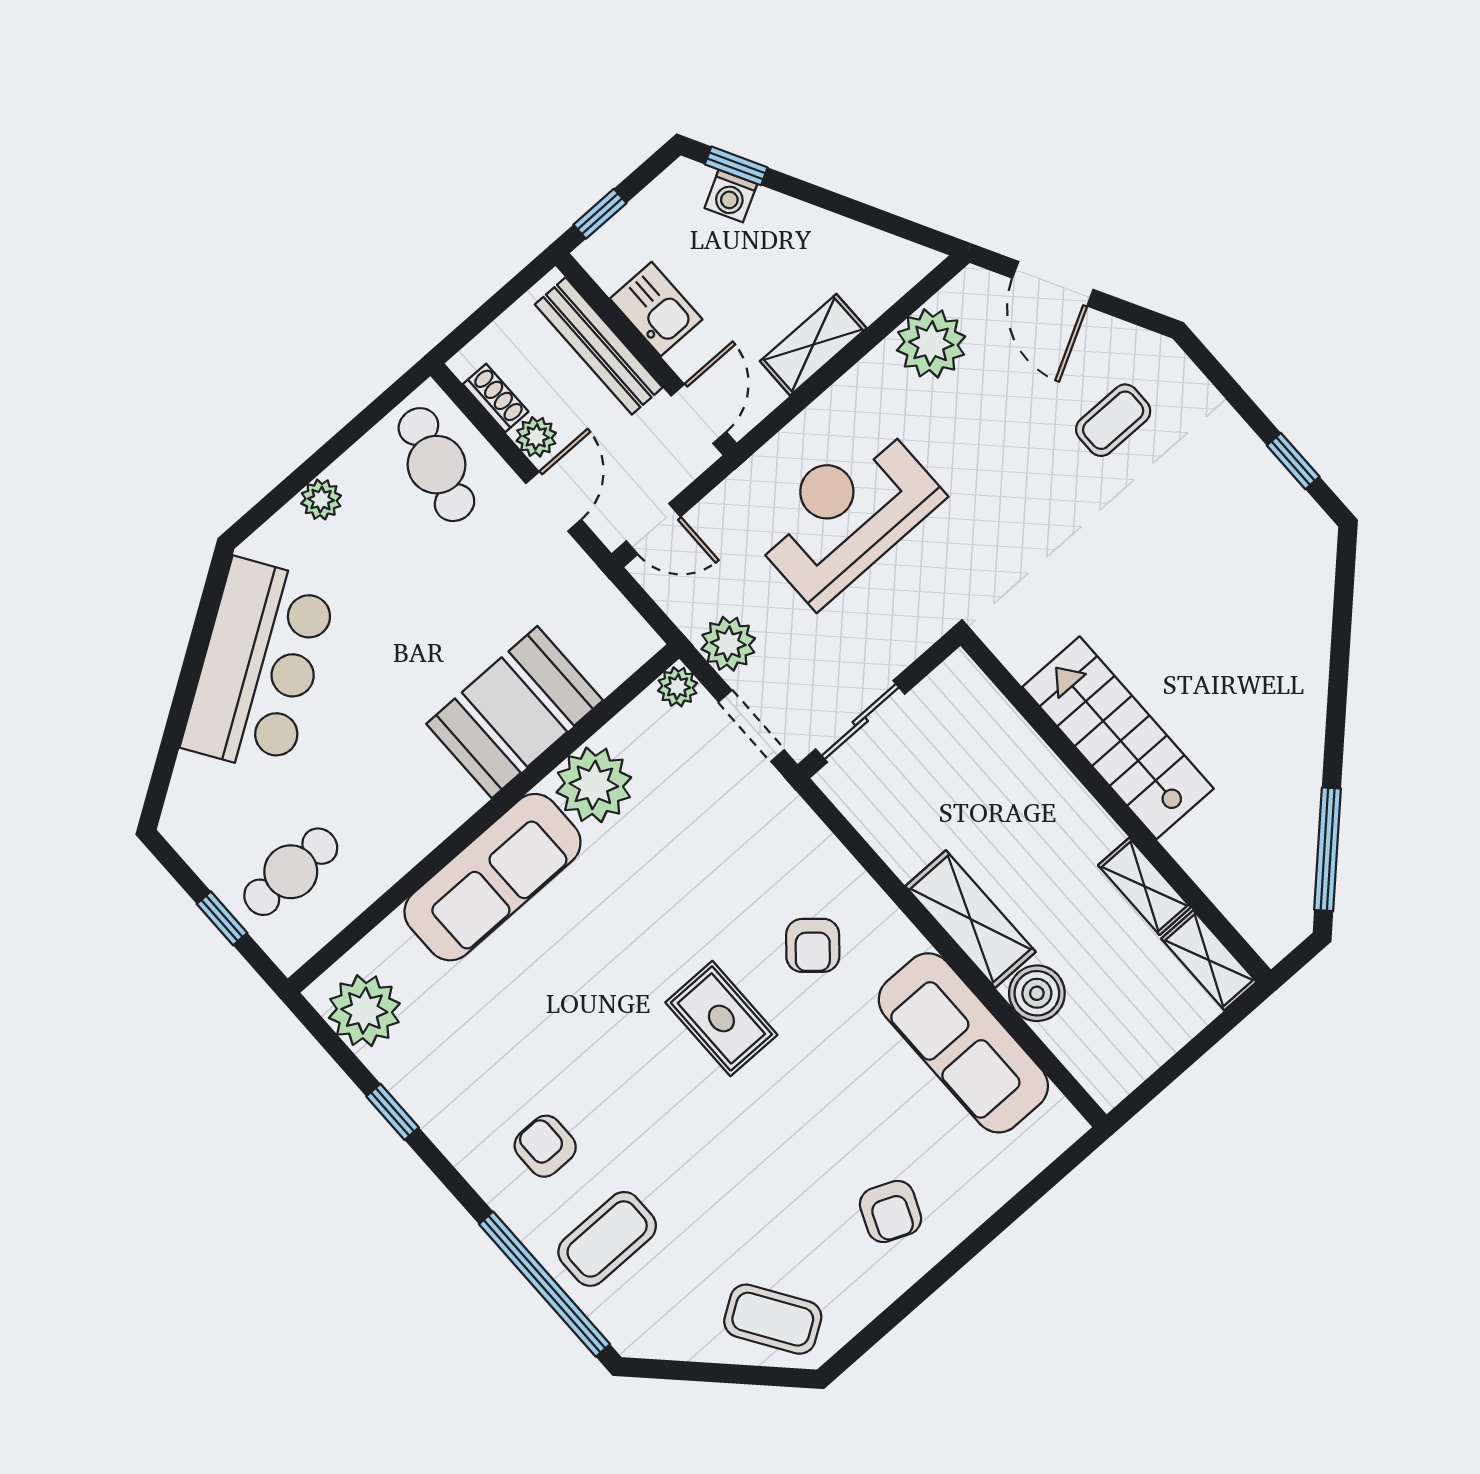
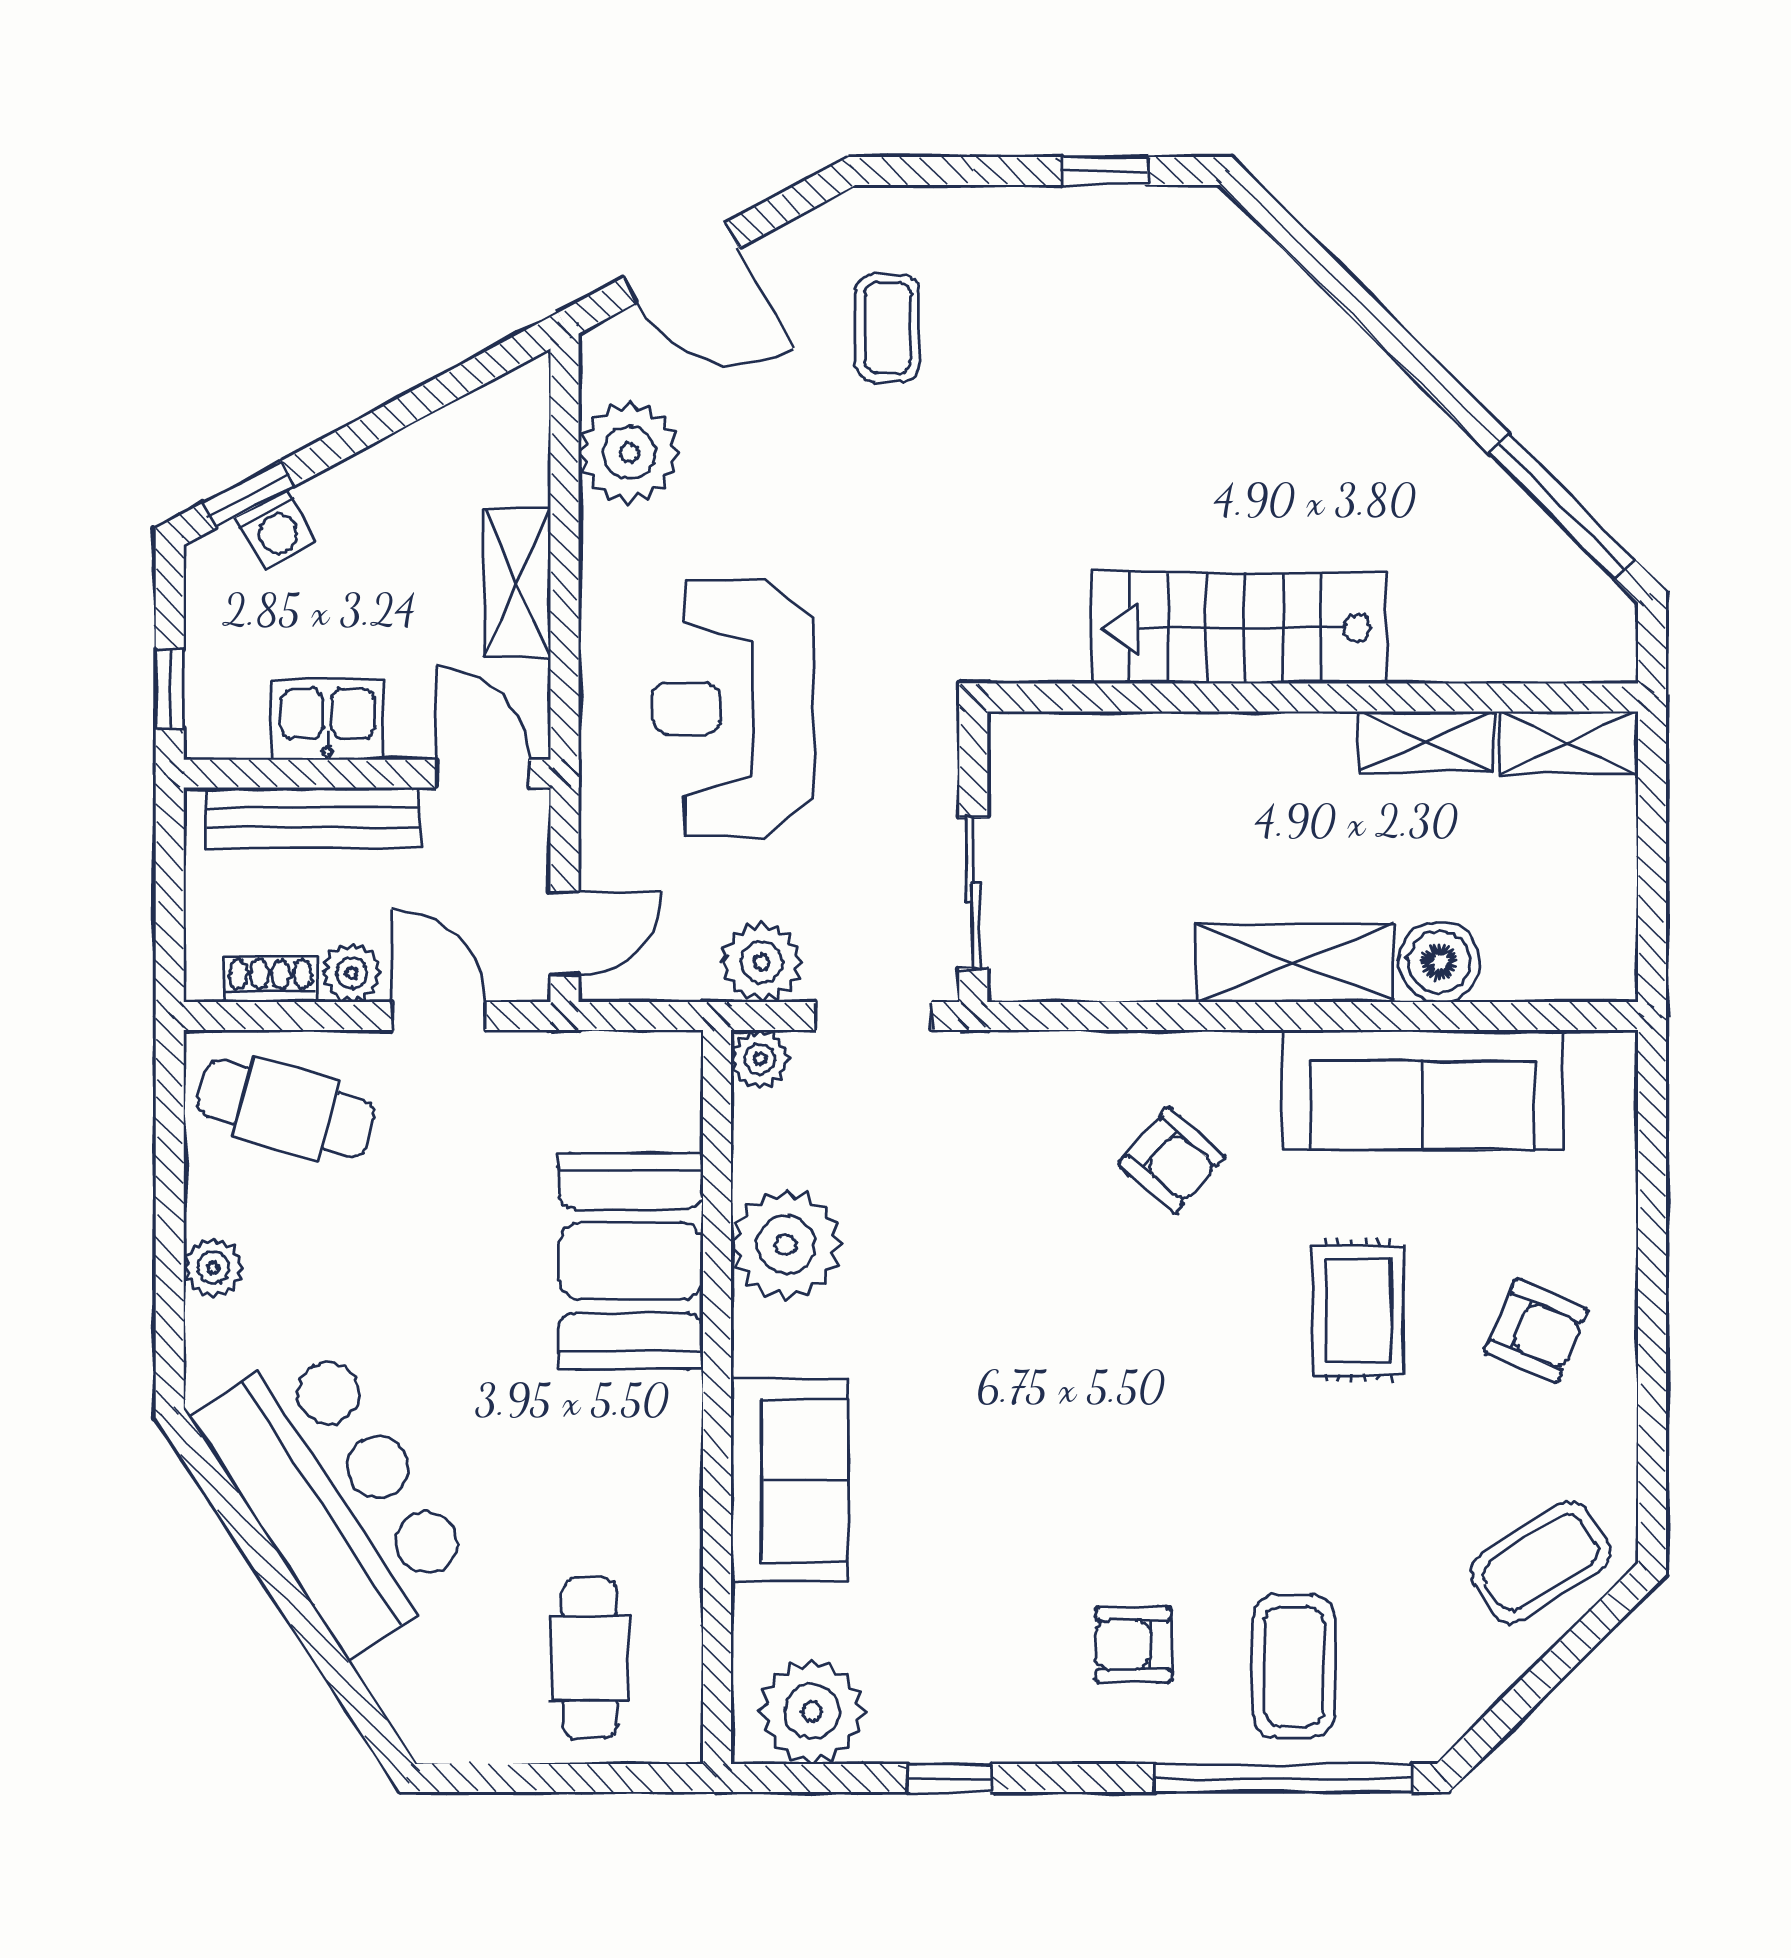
sofa: (492, 877) -> (790, 1480), width x0.73
window: (222, 918) -> (575, 1778), removed
rug: (721, 1019) -> (1358, 1310), moved, turned 90

